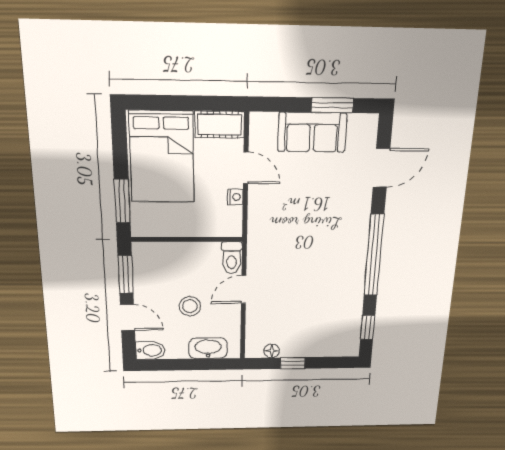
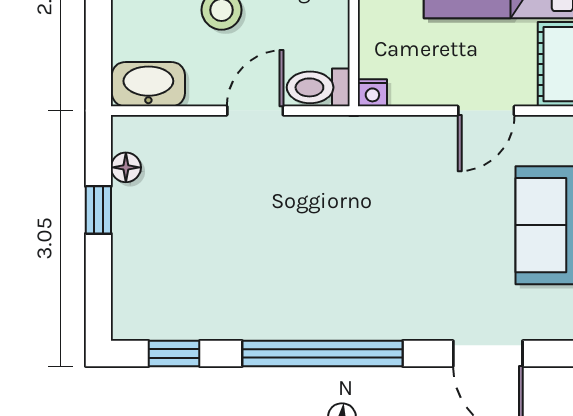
nightstand: (235, 197) -> (372, 93), moved
door: (244, 289) -> (255, 111), hinge flipped
washbasin: (208, 348) -> (148, 84), moved, turned -90

